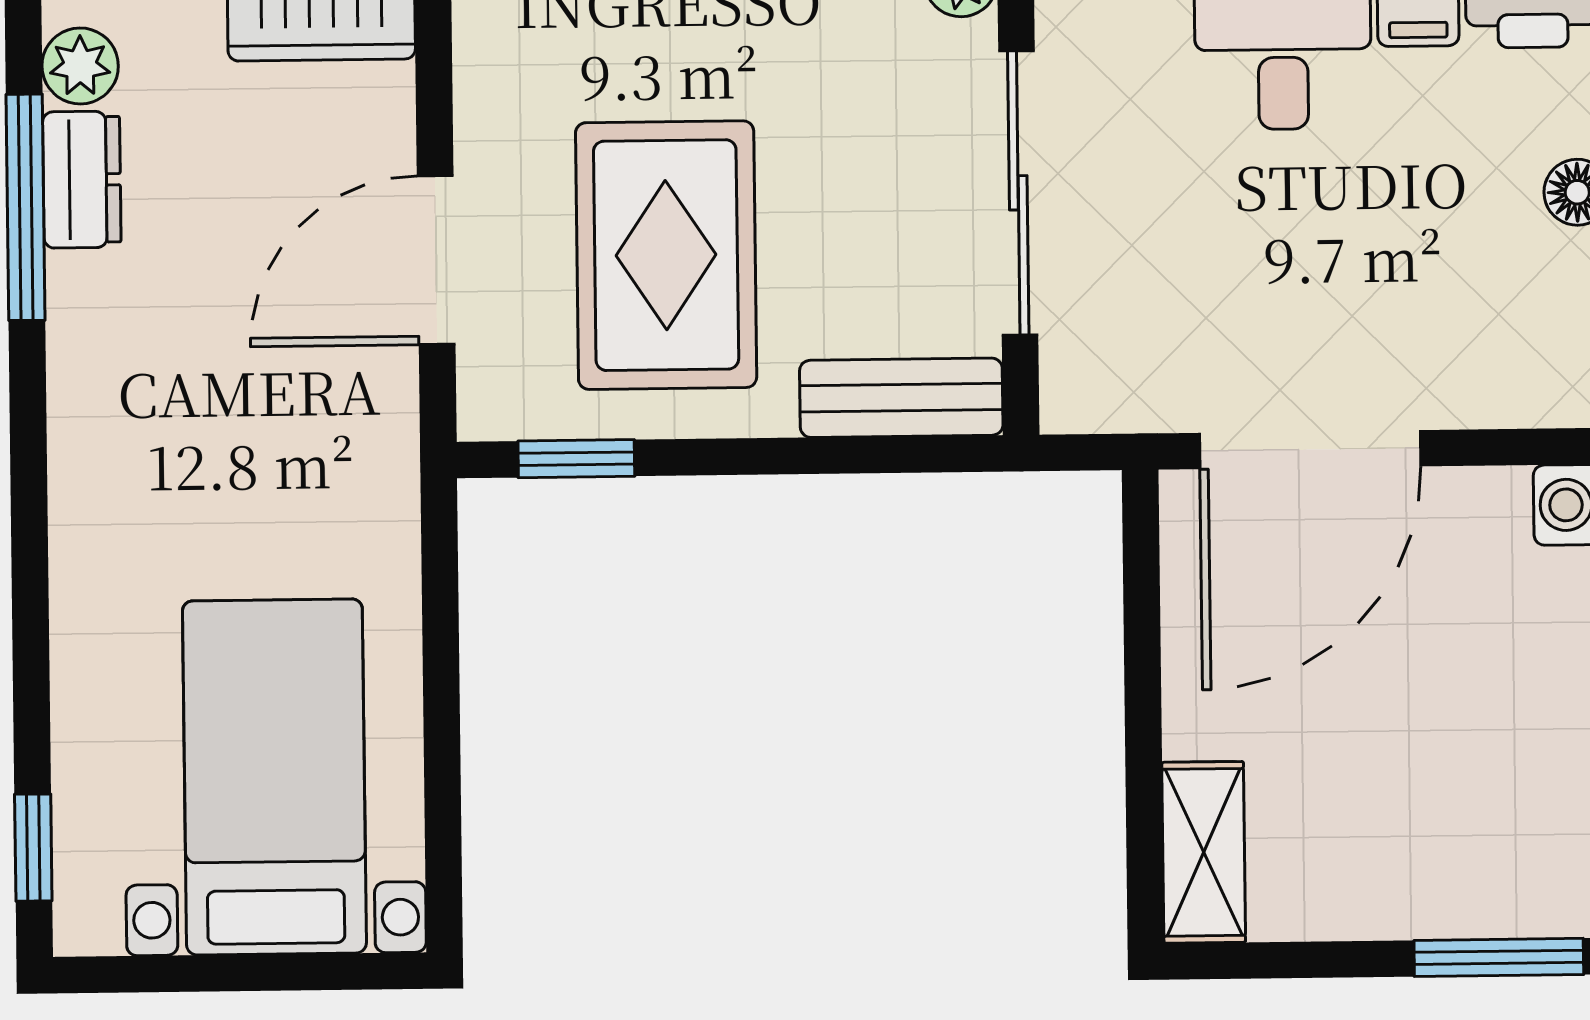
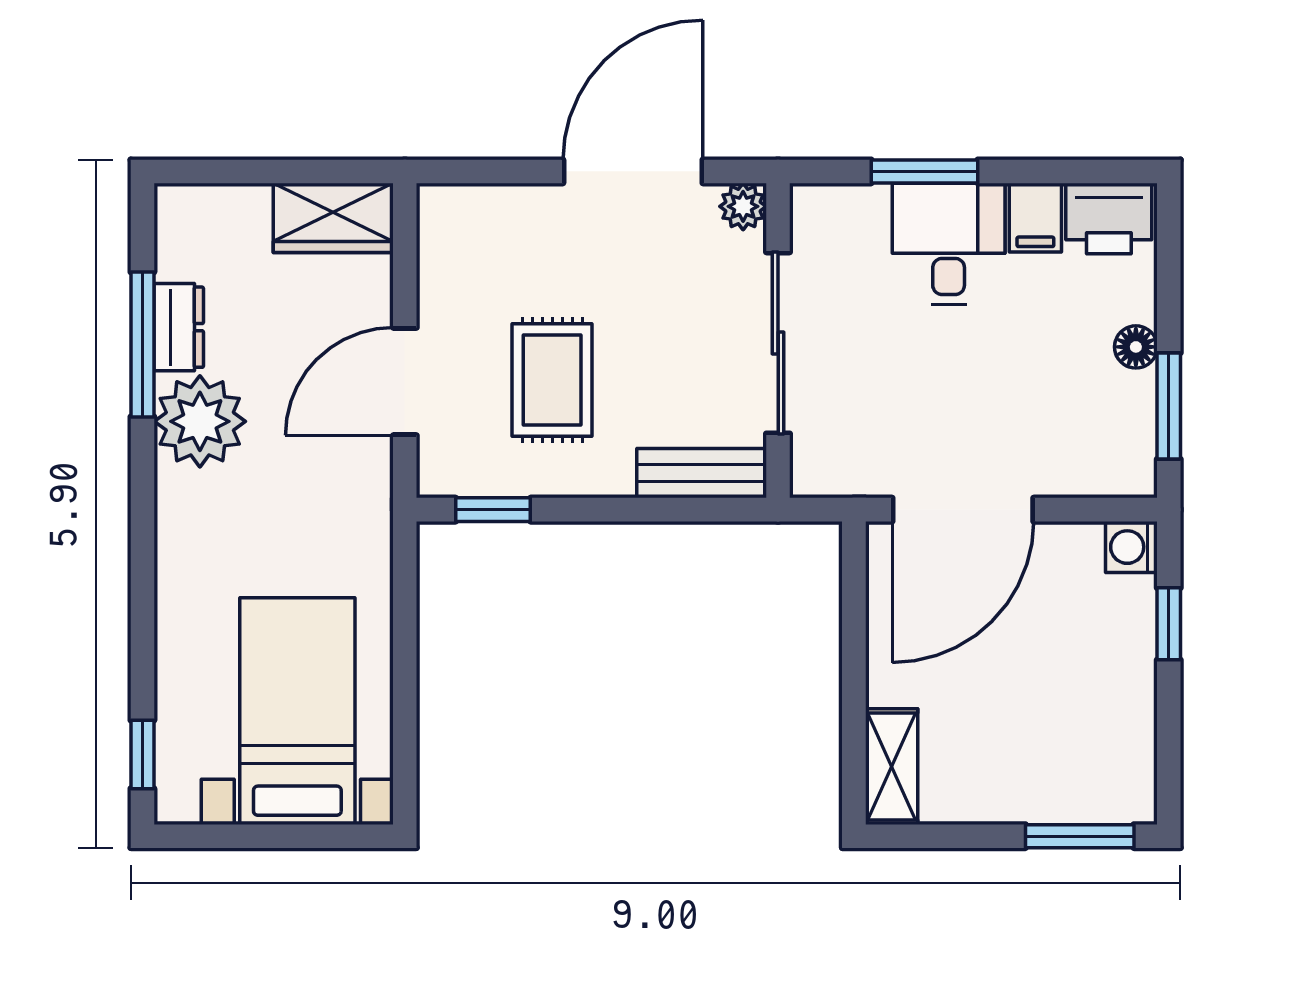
plant: (80, 66) -> (200, 421), moved, width x1.87, depth x1.87
rug: (666, 255) -> (552, 380), width x0.73, depth x0.70

